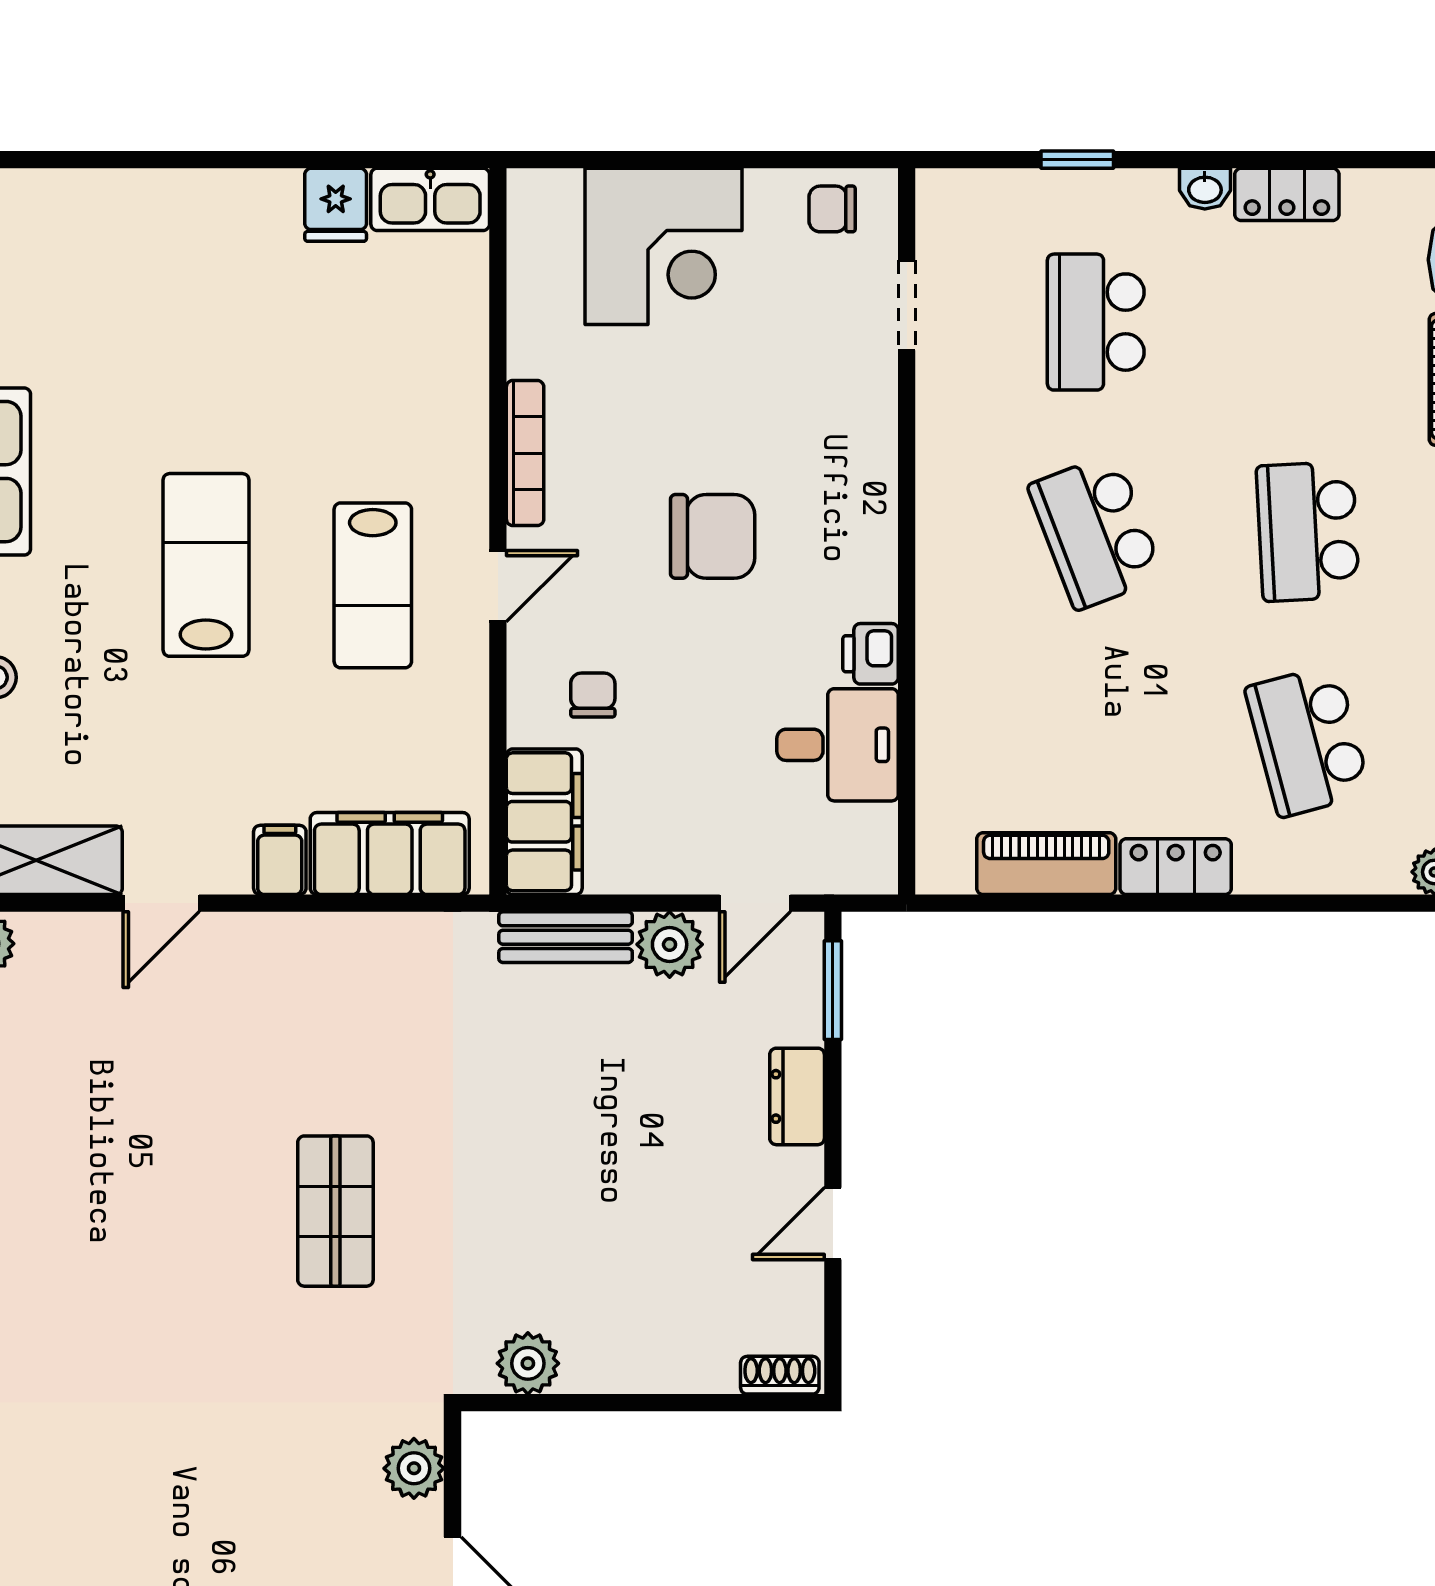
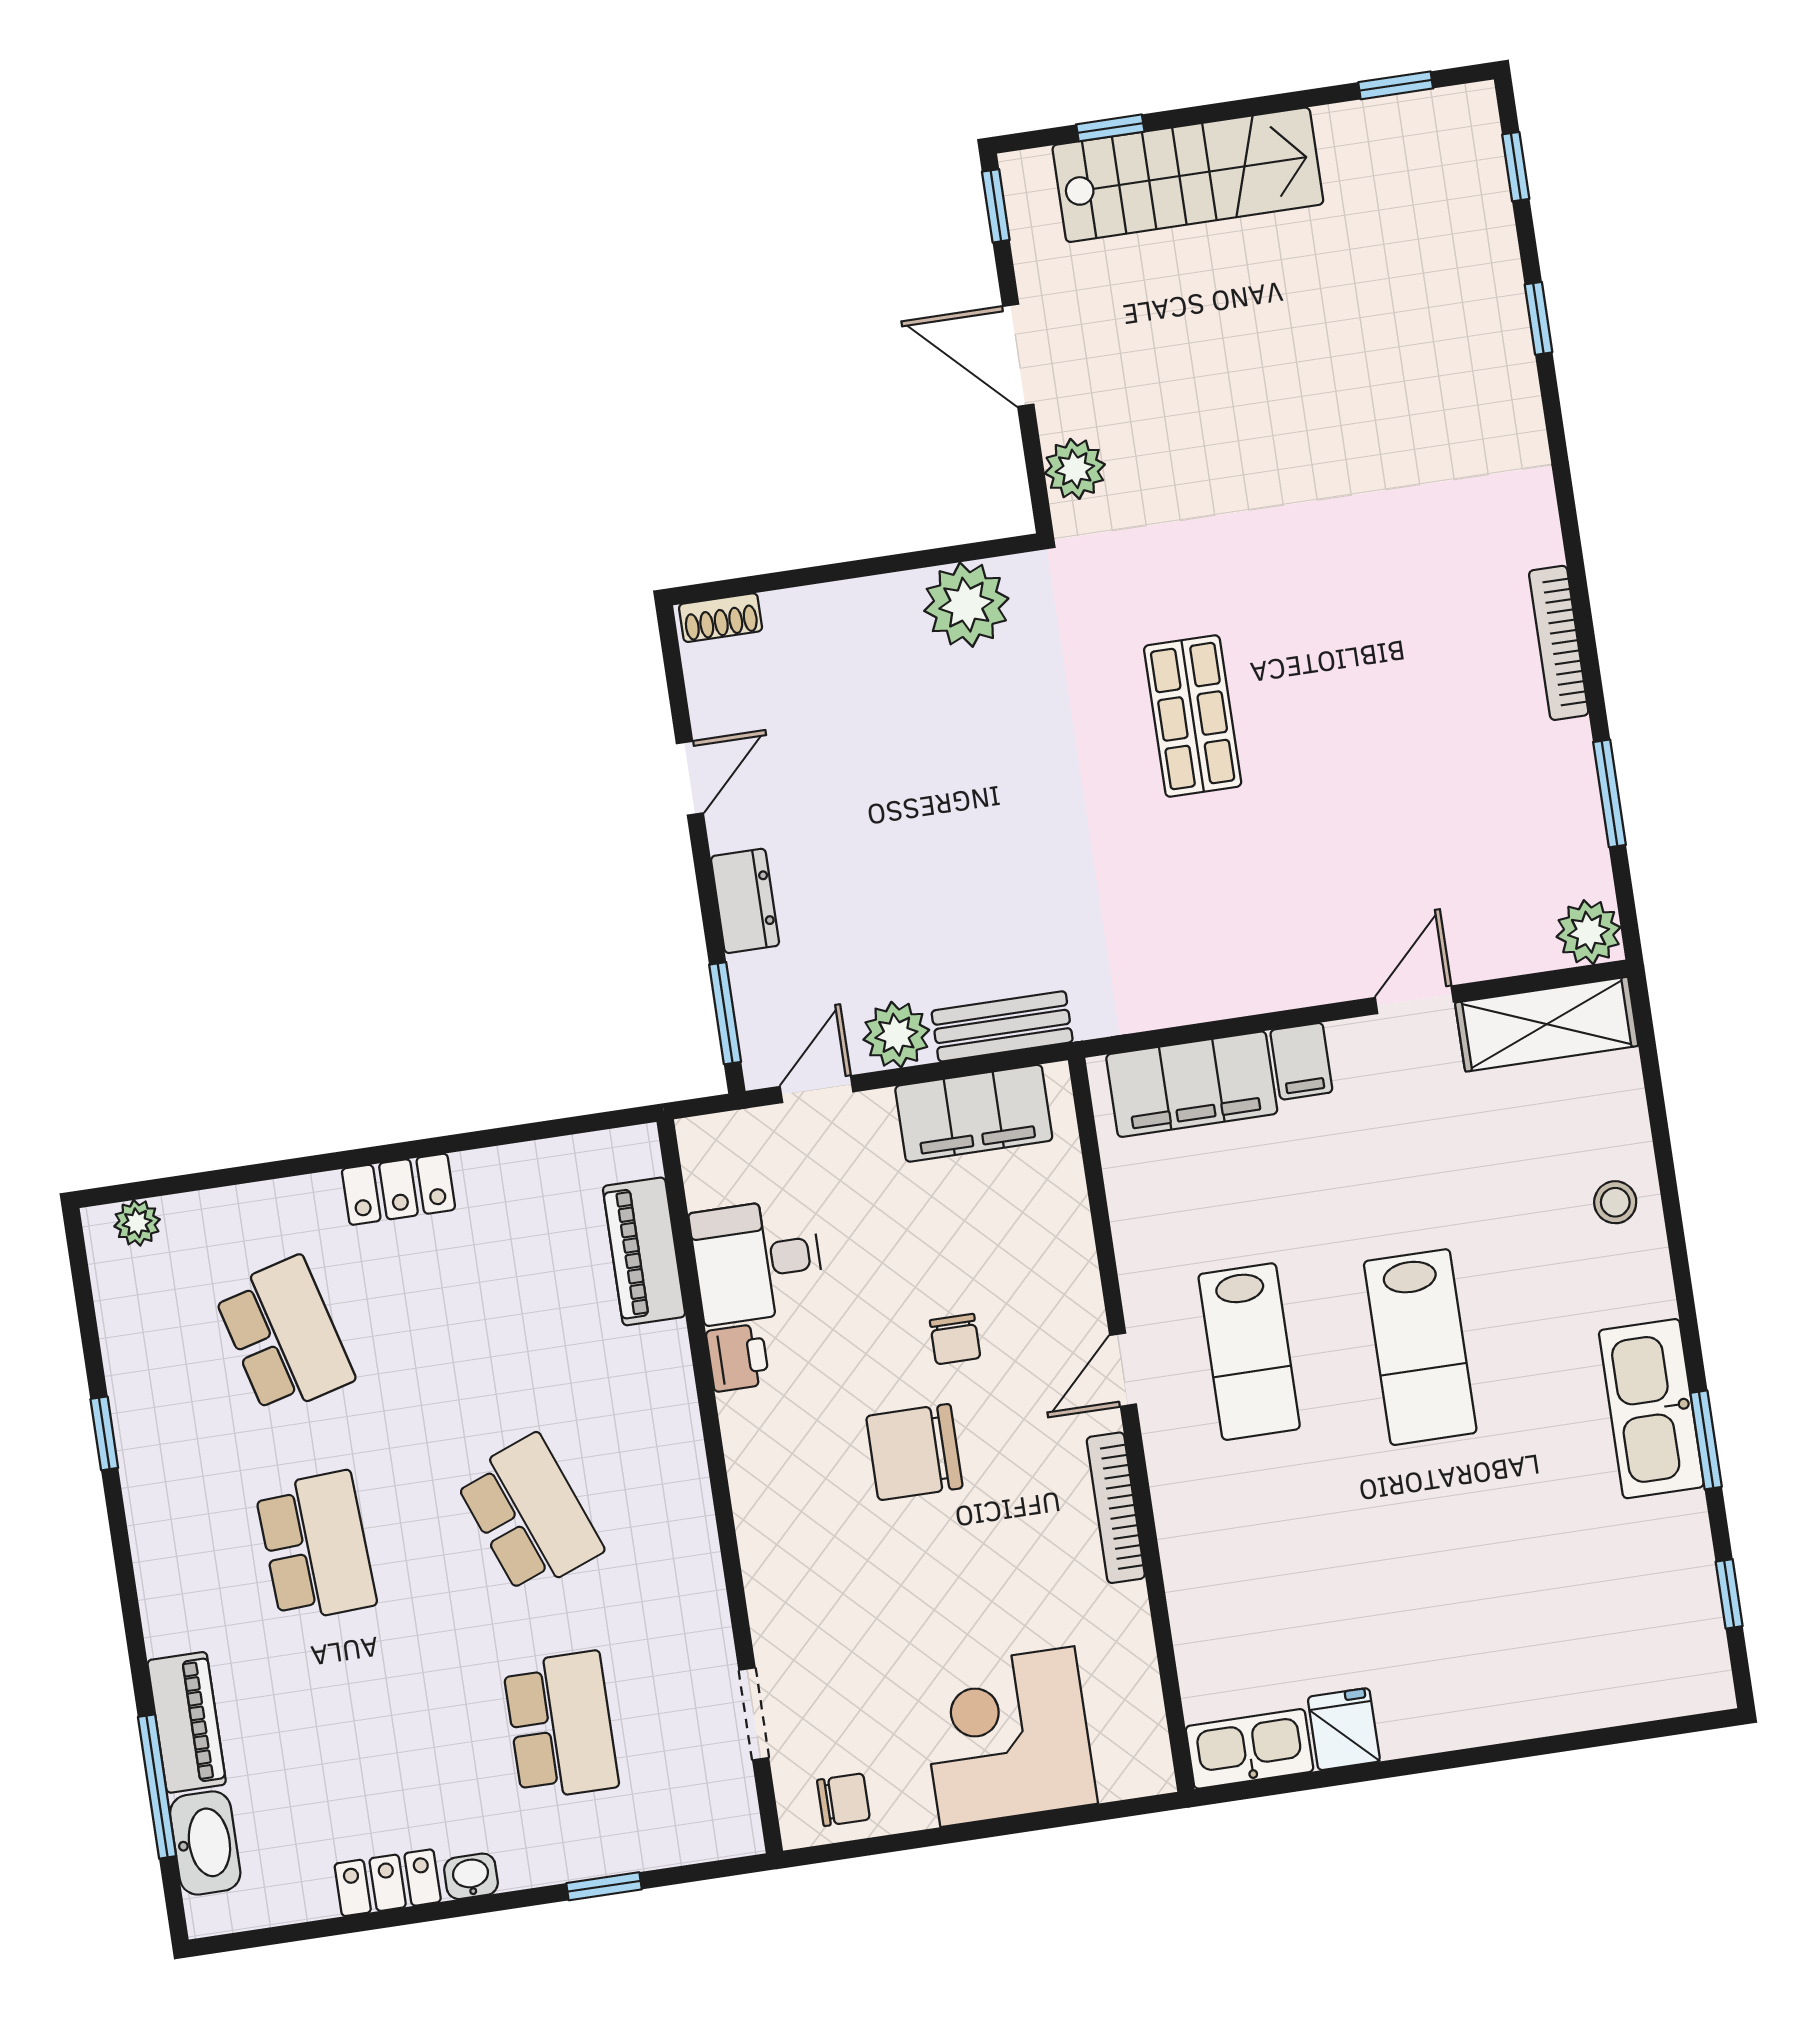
lab bench: (373, 585) -> (1249, 1352), turned 180
chair: (593, 695) -> (955, 1339), moved
filing cabinet: (544, 822) -> (974, 1113), moved, turned -90
piano: (1046, 864) -> (644, 1251), moved, turned 90
plant: (528, 1363) -> (966, 605), width x1.36, depth x1.36

